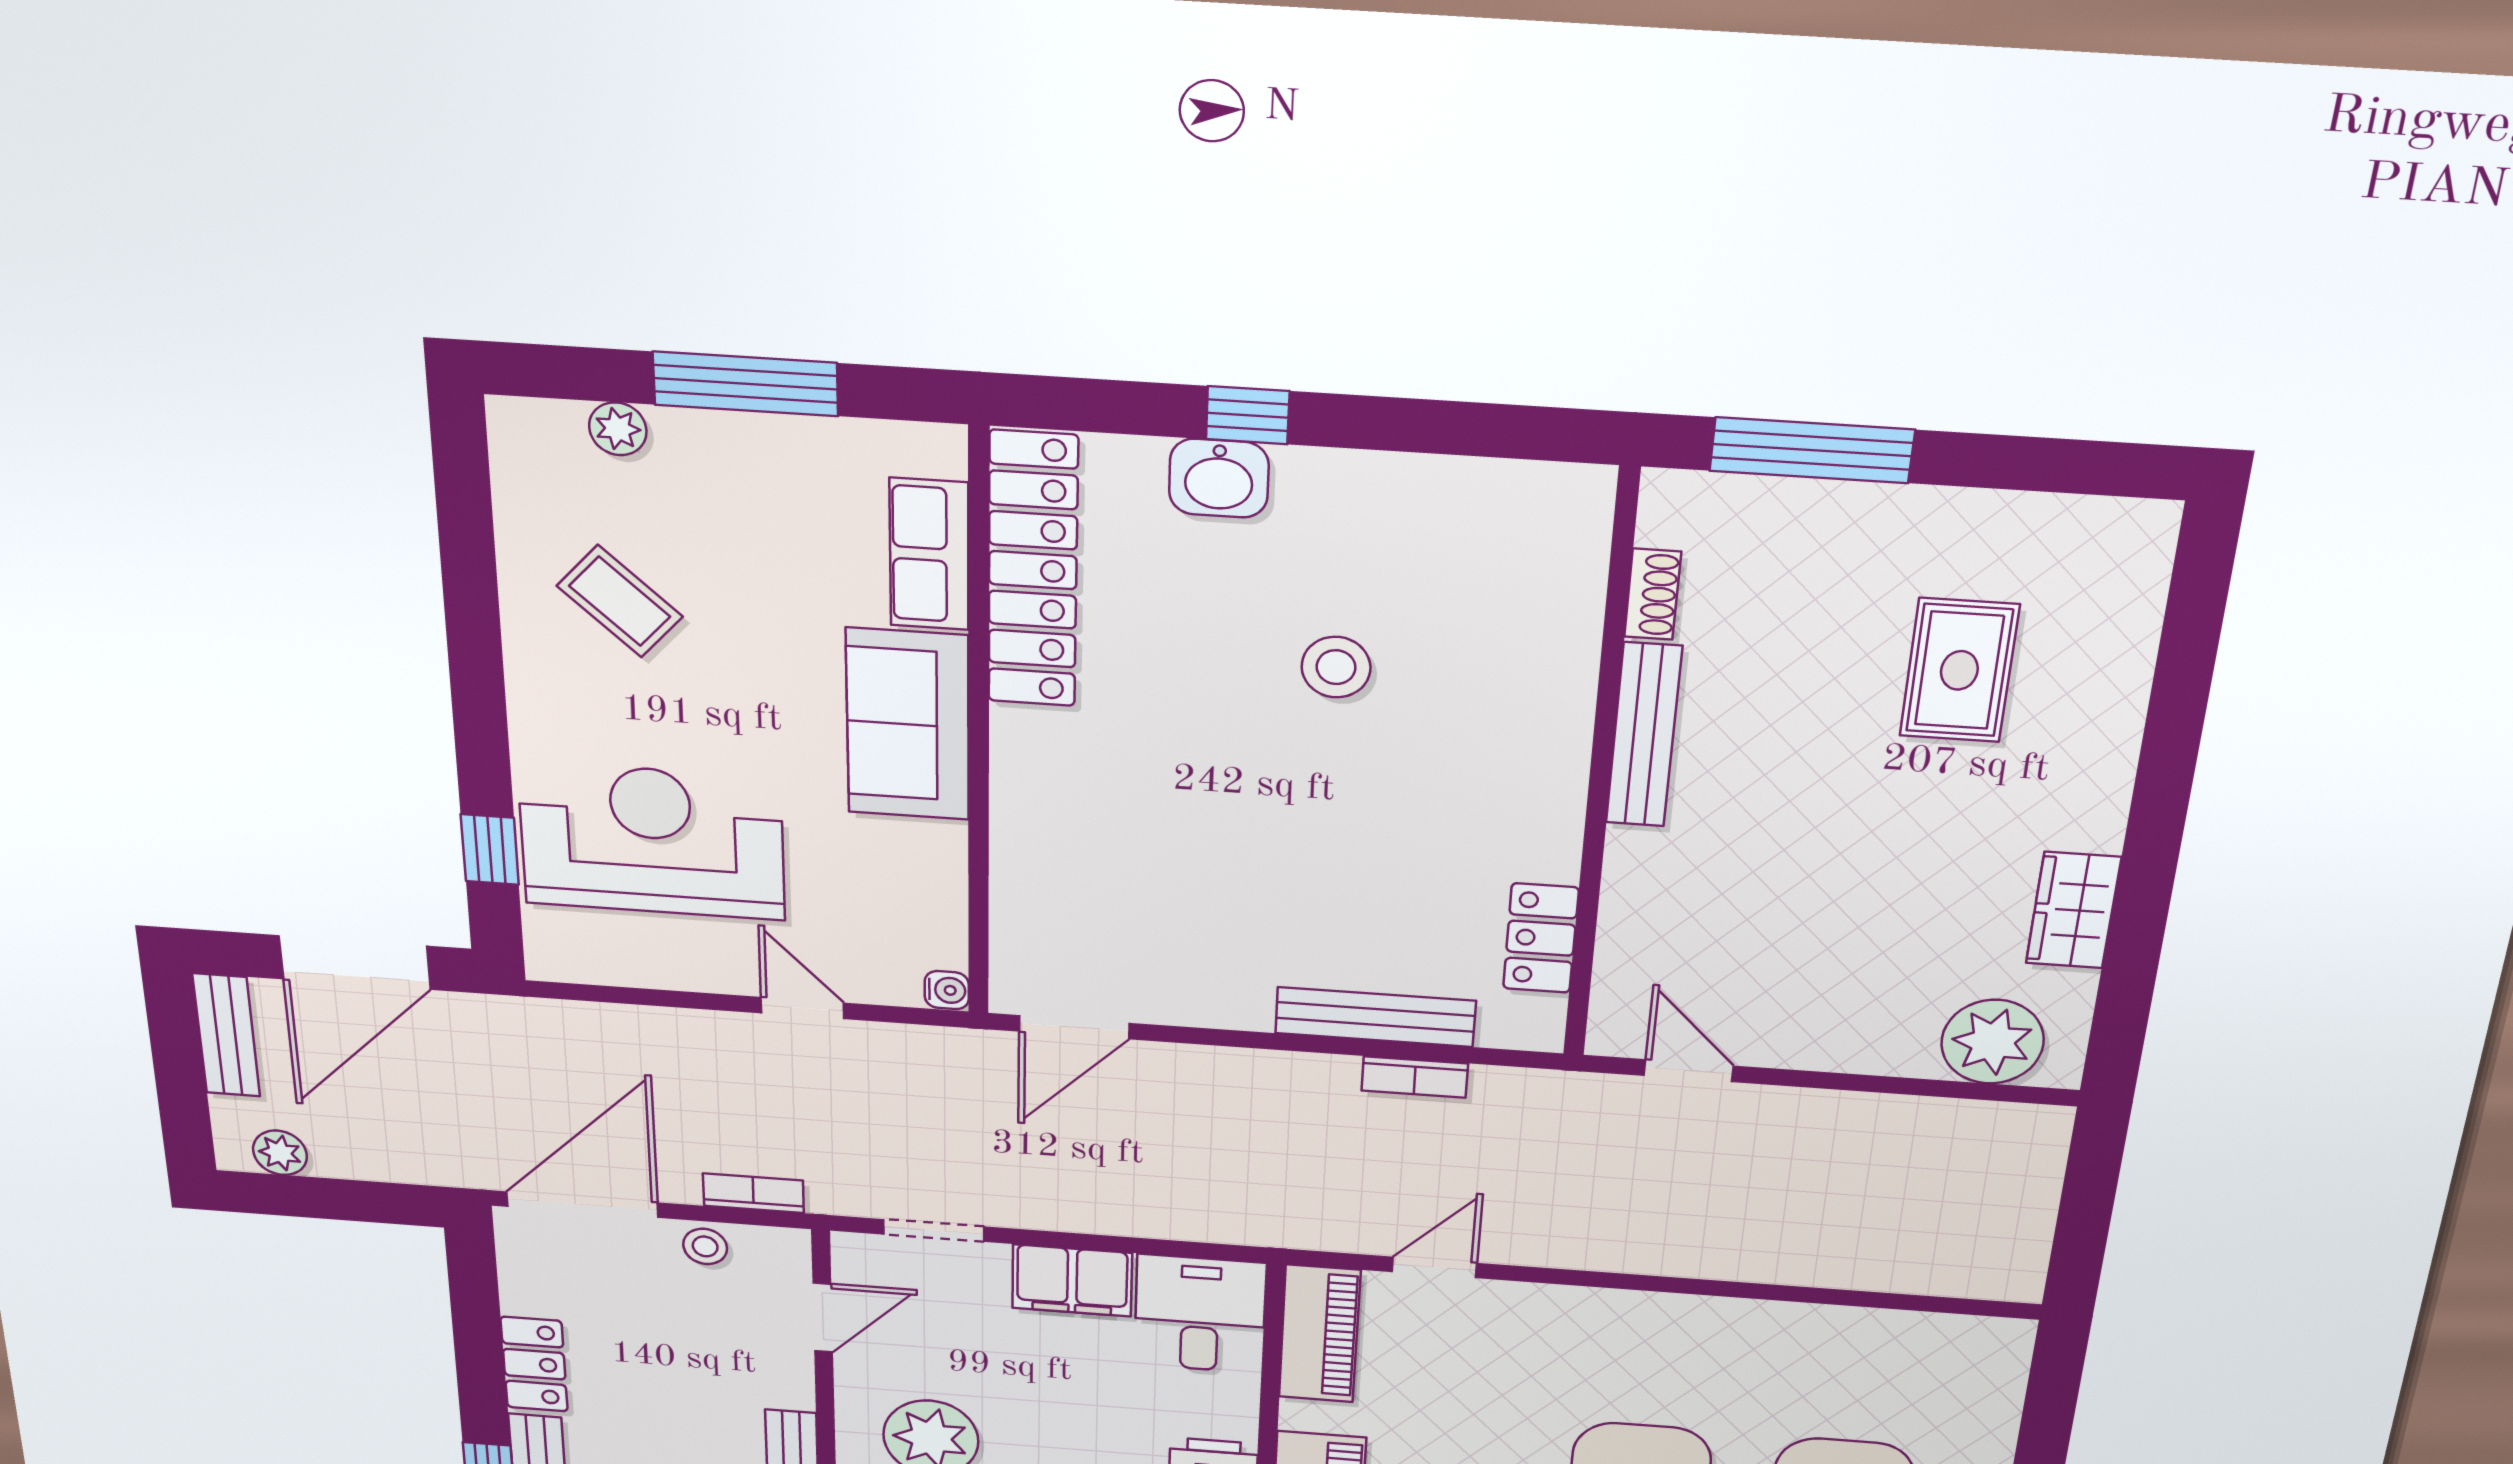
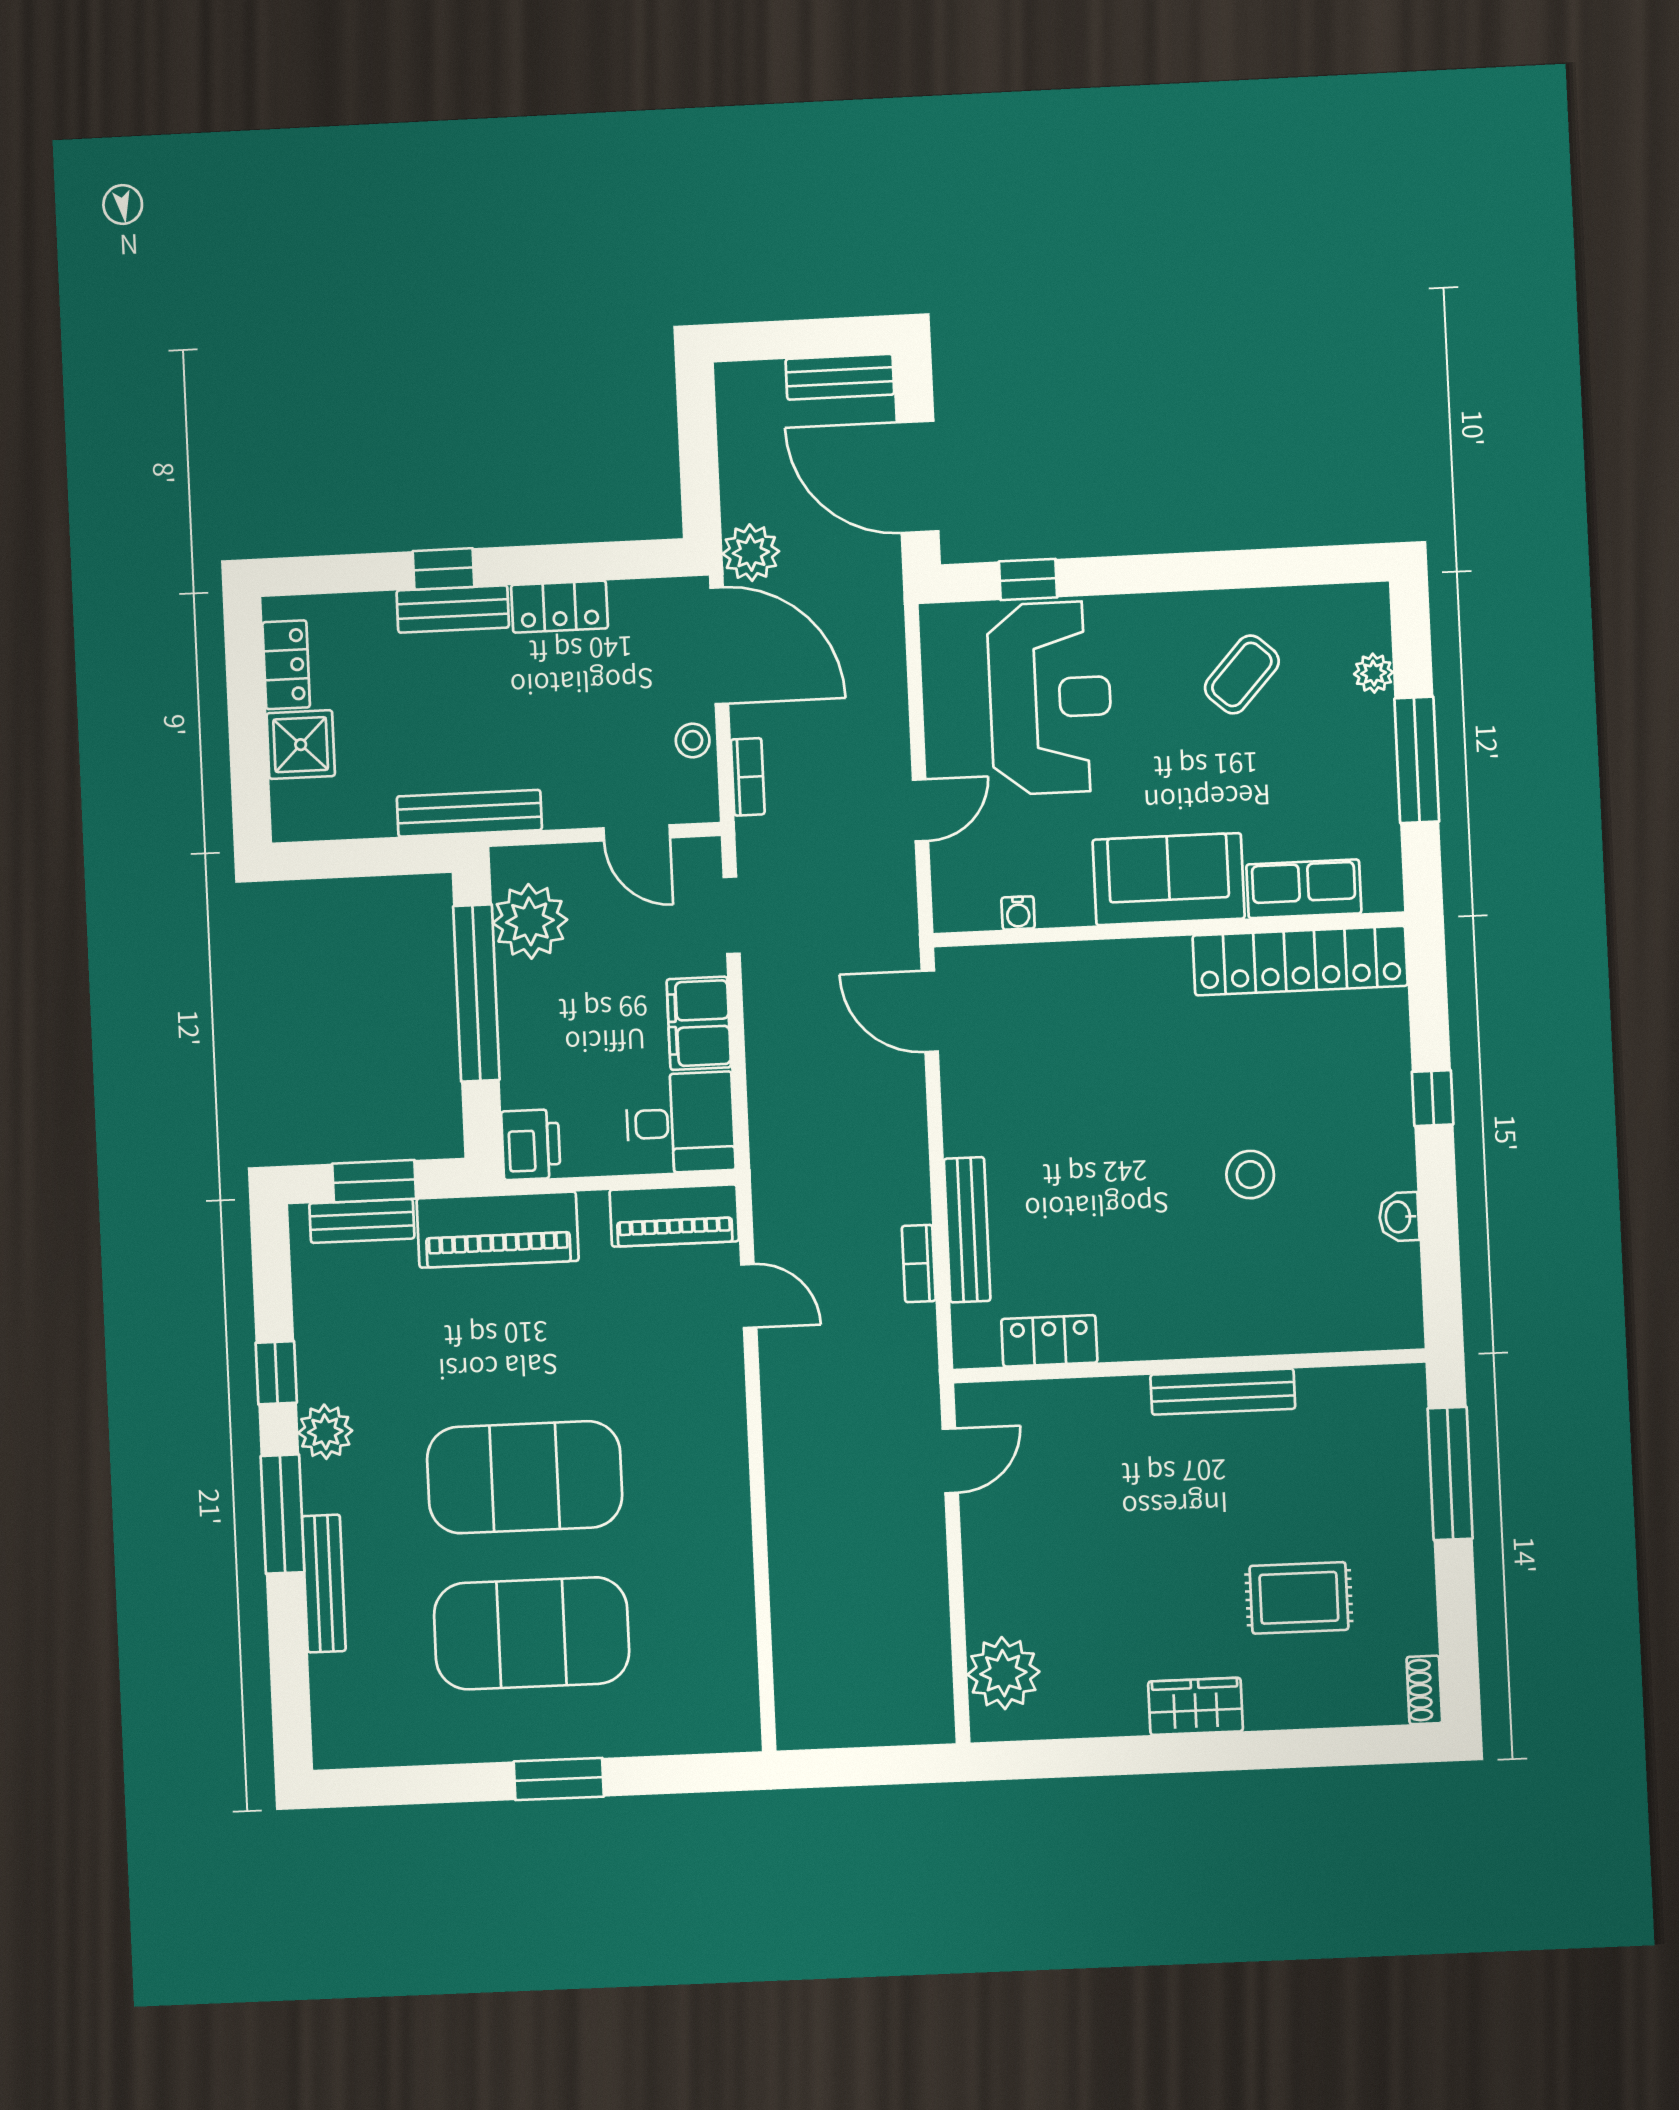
washbasin: (1219, 478) -> (1399, 1217), moved, width x0.72, depth x0.69
shoe rack: (1653, 594) -> (1424, 1690), moved, turned 90
wardrobe: (2073, 910) -> (1195, 1706), moved
water cooler: (947, 990) -> (1018, 913), moved
plant: (280, 1153) -> (751, 553), moved, width x1.38, depth x1.38

